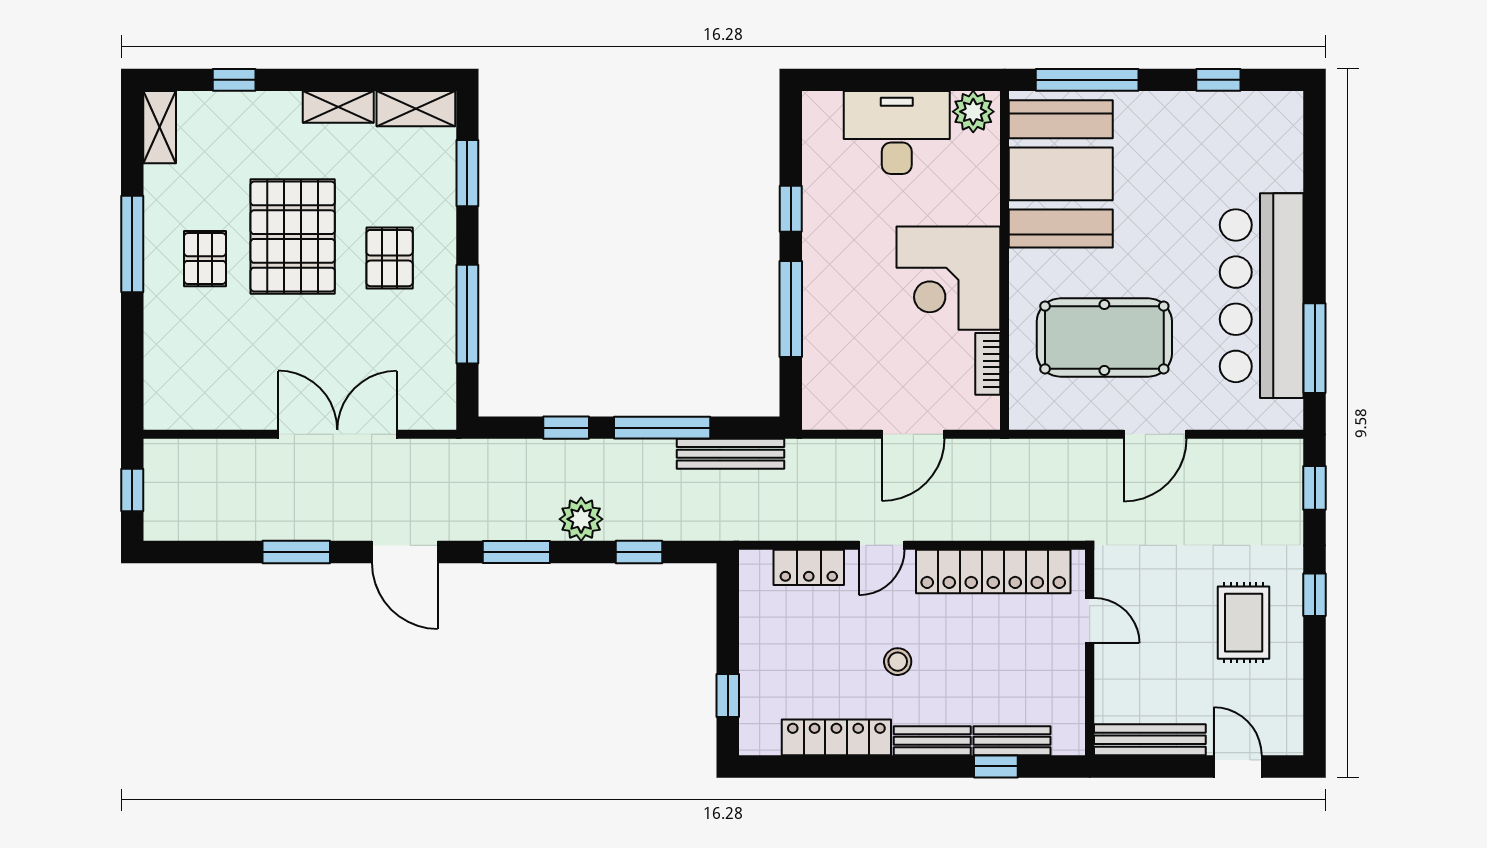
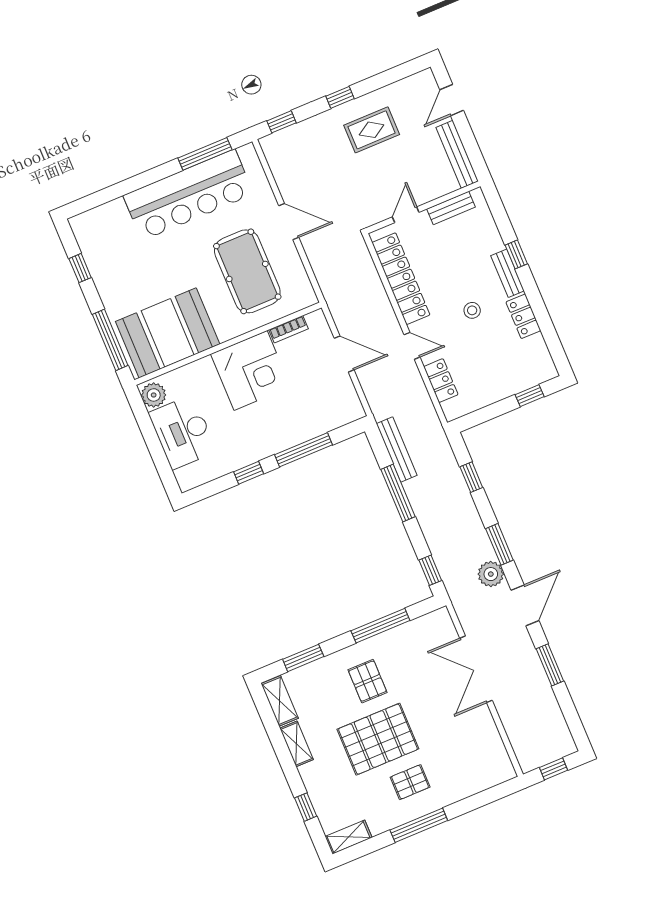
pallet: (390, 258) -> (367, 681), turned 90
window: (566, 428) -> (430, 570), moved
plant: (581, 519) -> (491, 574), moved
locker: (836, 737) -> (523, 316), width x0.66
bench: (1012, 741) -> (451, 208), moved, turned 90
window: (996, 766) -> (516, 254), moved

